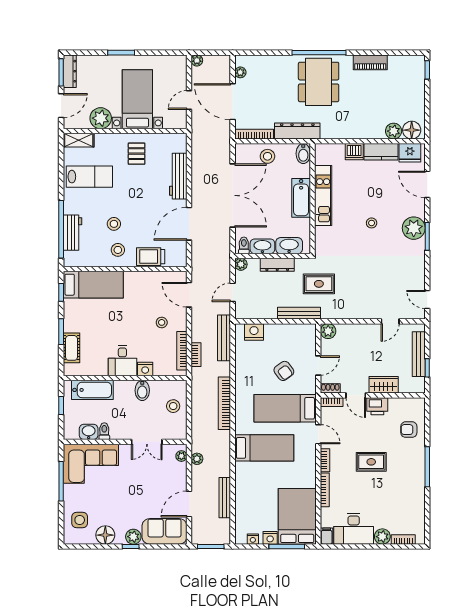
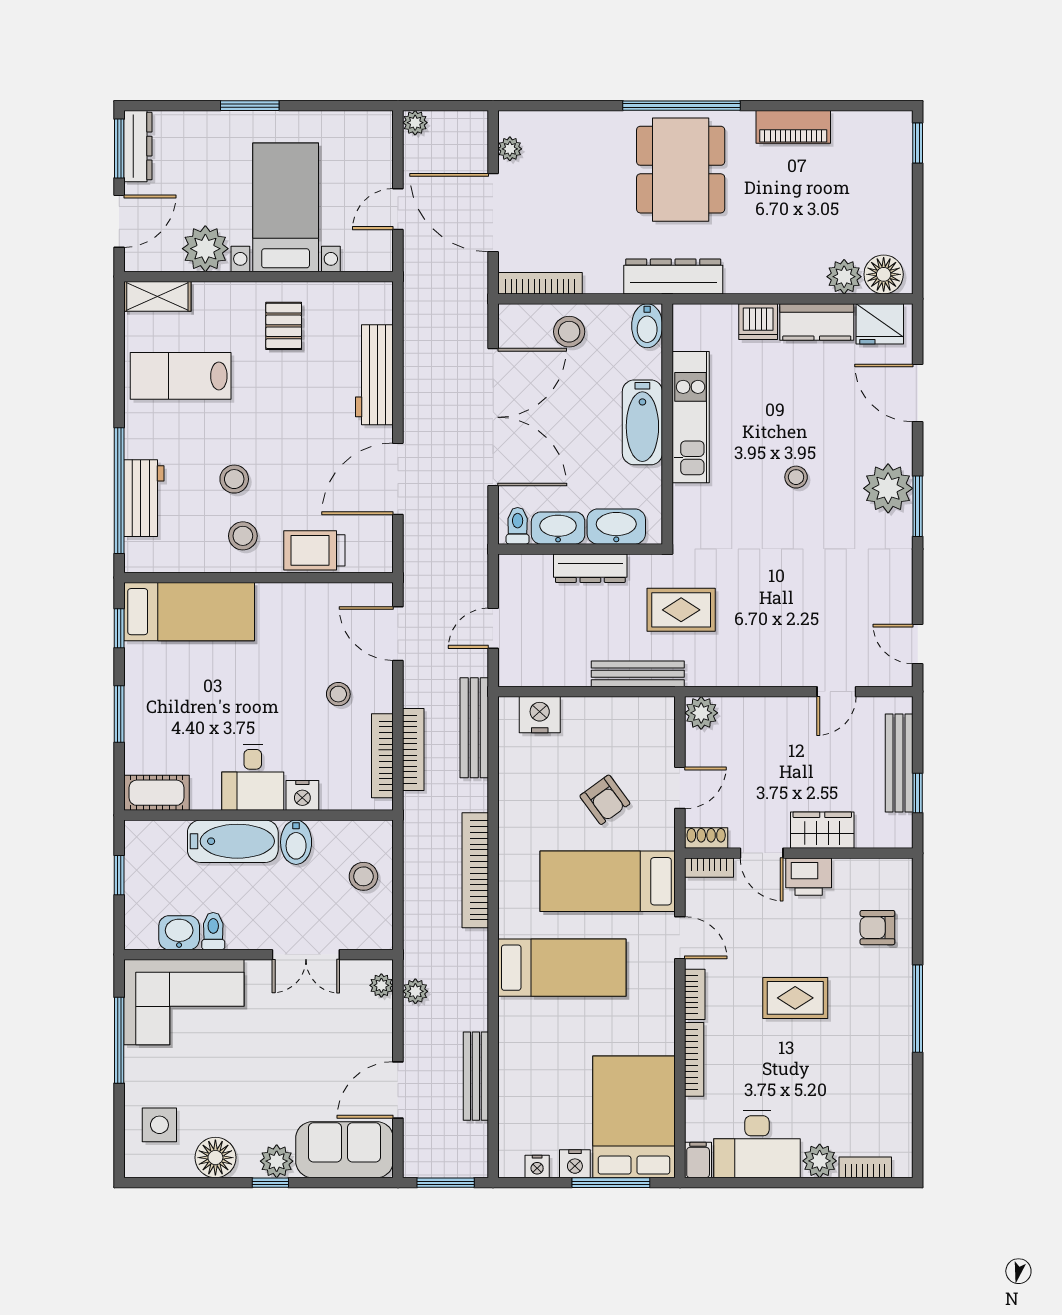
dresser: (297, 131) -> (673, 276), moved
lab bench: (89, 177) -> (181, 376), turned 180
plant: (241, 264) -> (511, 567), removed
cot: (71, 348) -> (156, 793), moved, turned 90
bookcase: (196, 355) -> (413, 749), width x1.56
bathtub: (92, 390) -> (233, 841), moved

